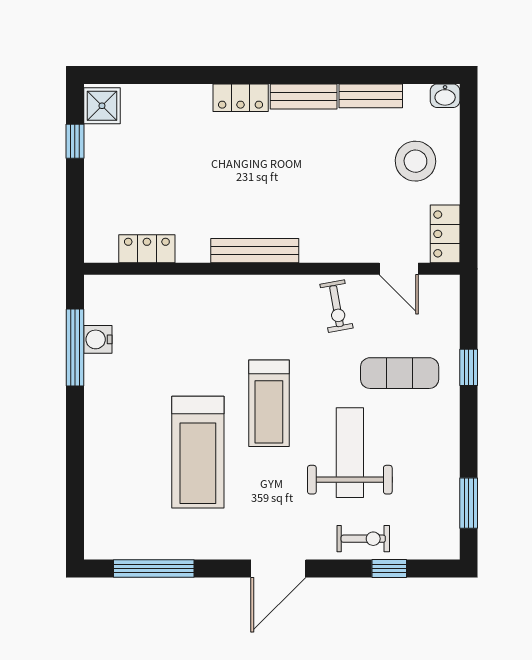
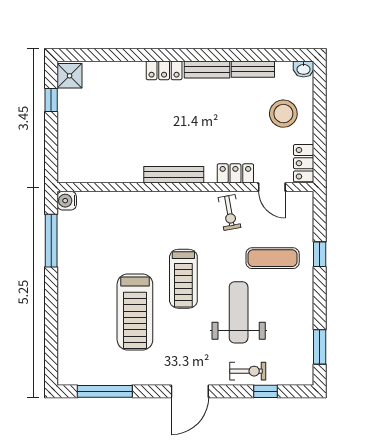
locker: (147, 249) -> (235, 173), moved
water cooler: (98, 339) -> (67, 201), moved

